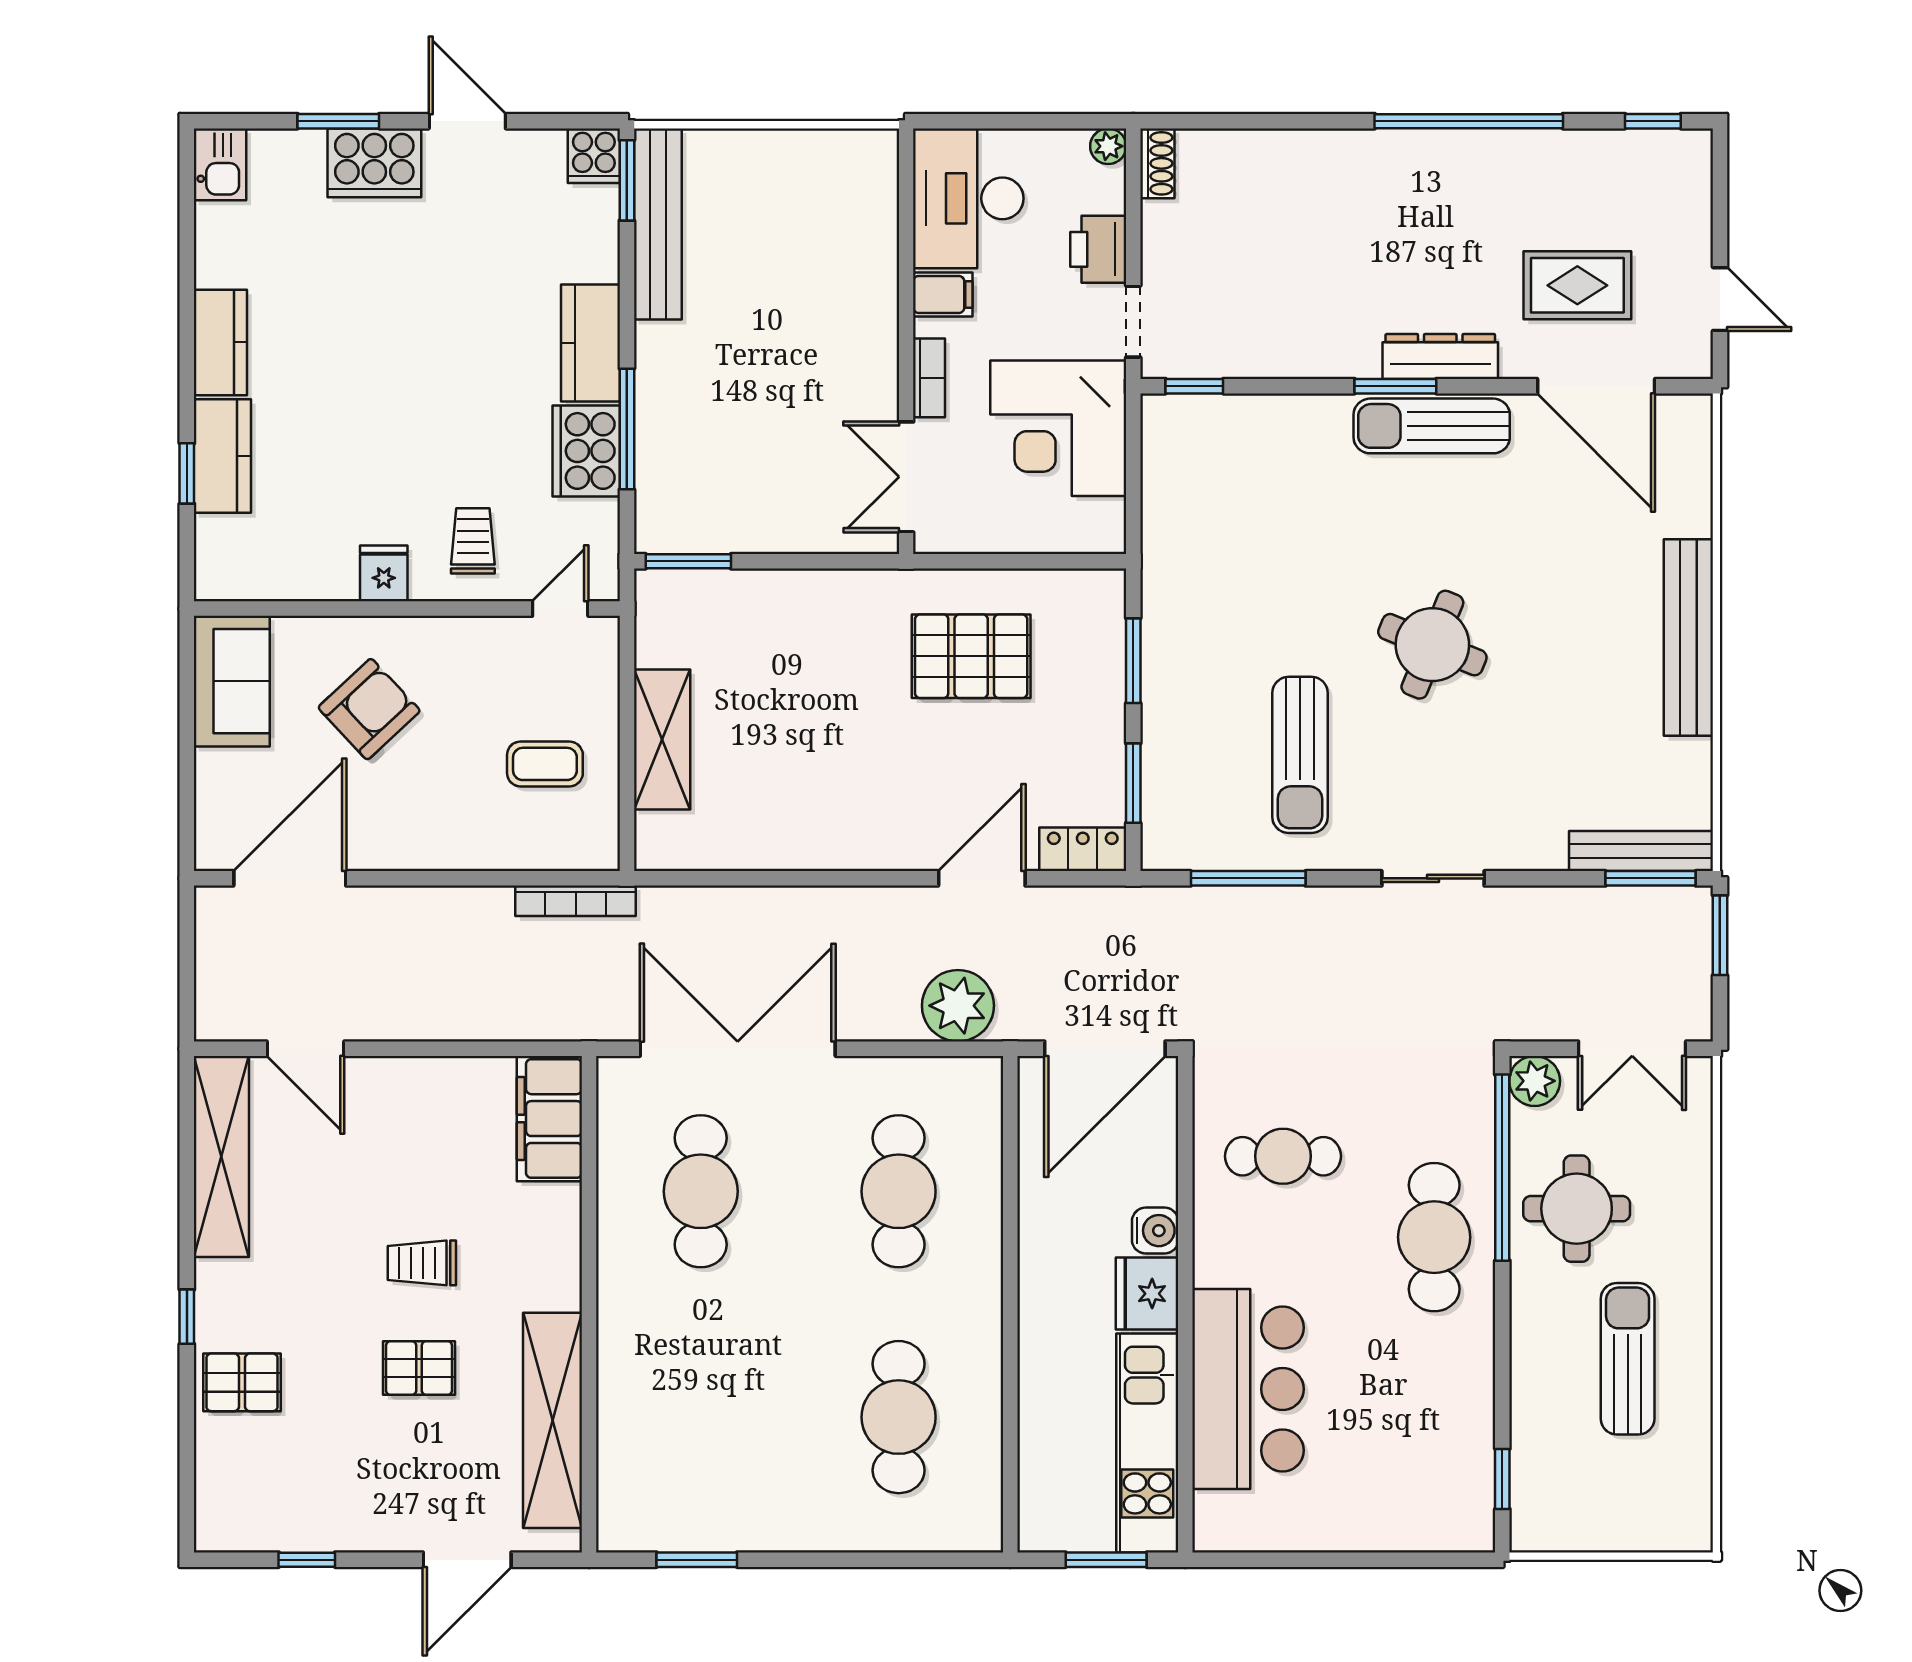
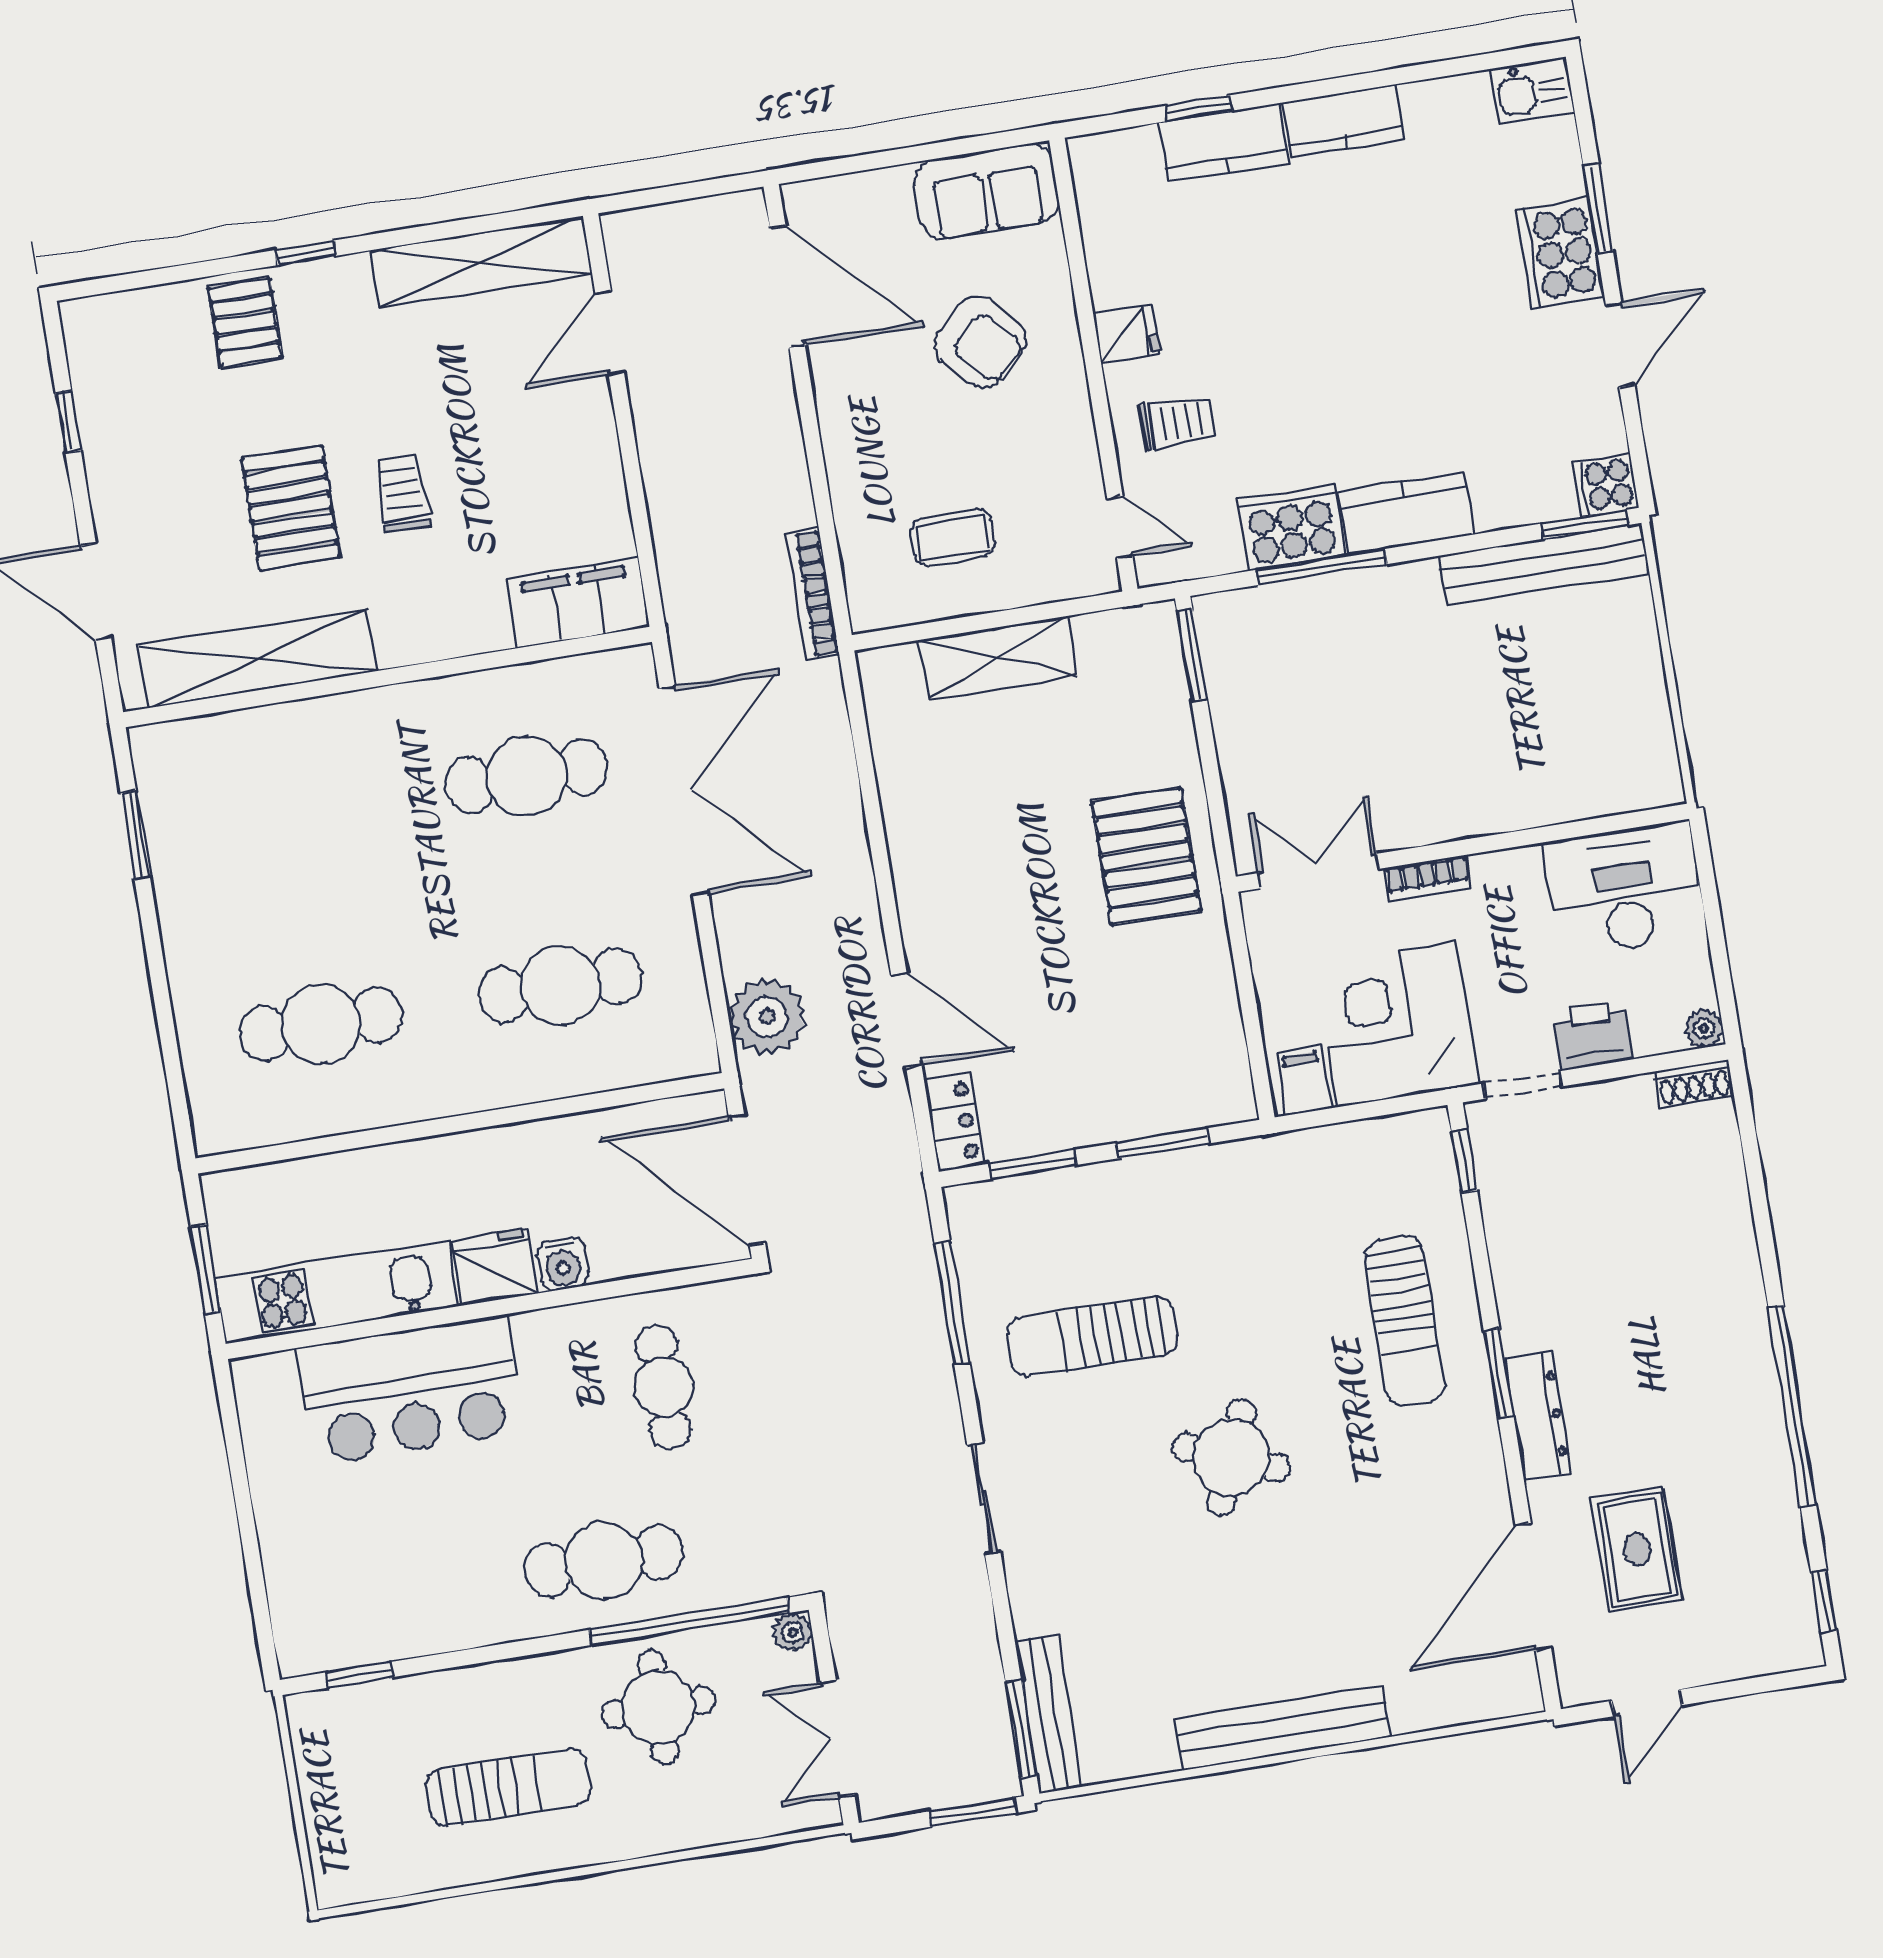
filing cabinet: (943, 294) -> (1303, 1081), moved, turned 180
sun lounger: (1432, 426) -> (1405, 1321), moved, turned 180
pallet: (971, 656) -> (1146, 856), moved
coffee table: (545, 764) -> (952, 538), turned 90
plant: (1535, 1081) -> (793, 1632), width x0.73, depth x0.73
pallet: (419, 1368) -> (291, 508), width x1.50, depth x1.42

